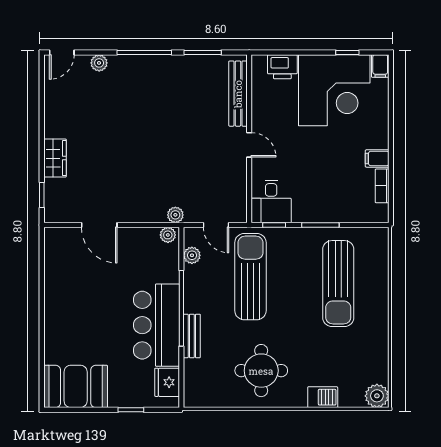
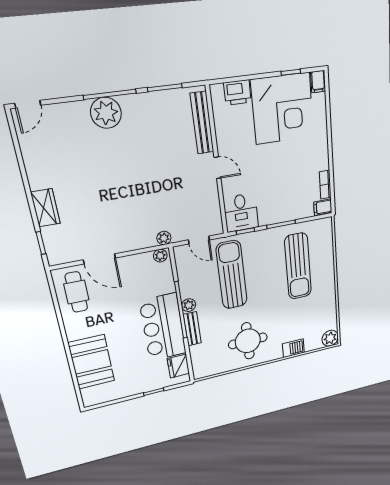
plant: (99, 63) -> (106, 113), moved, width x1.87, depth x1.87
filing cabinet: (377, 158) -> (323, 207), moved
plant: (192, 255) -> (189, 305), moved
cafe table: (66, 258) -> (76, 292), added
booth: (76, 386) -> (91, 362), moved, turned 90

